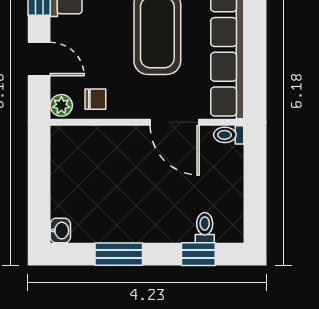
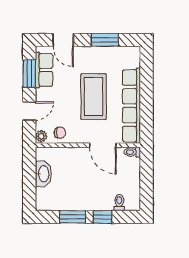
door: (39, 59) -> (29, 111), hinge flipped
washbasin: (60, 231) -> (43, 174), moved, width x1.91, depth x1.45
window: (198, 254) -> (103, 217), moved

